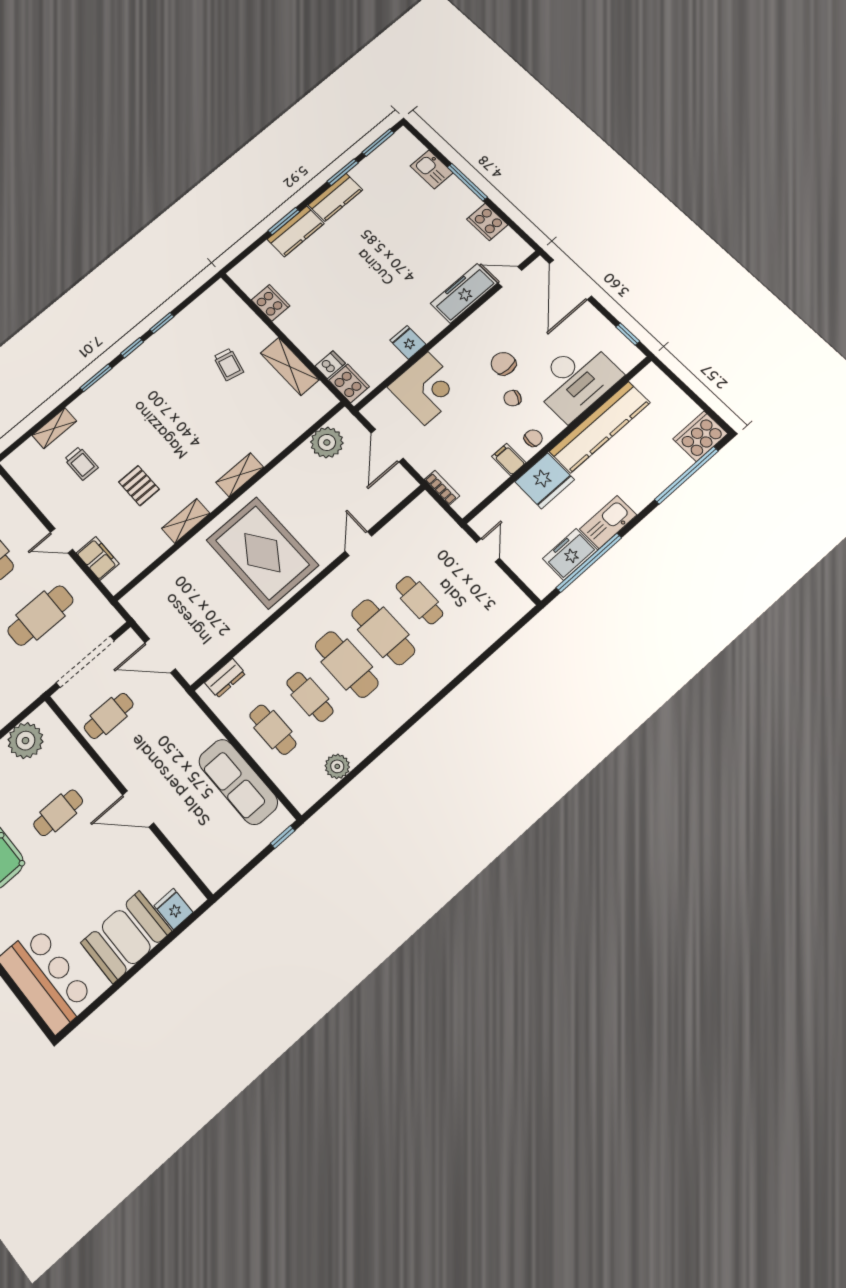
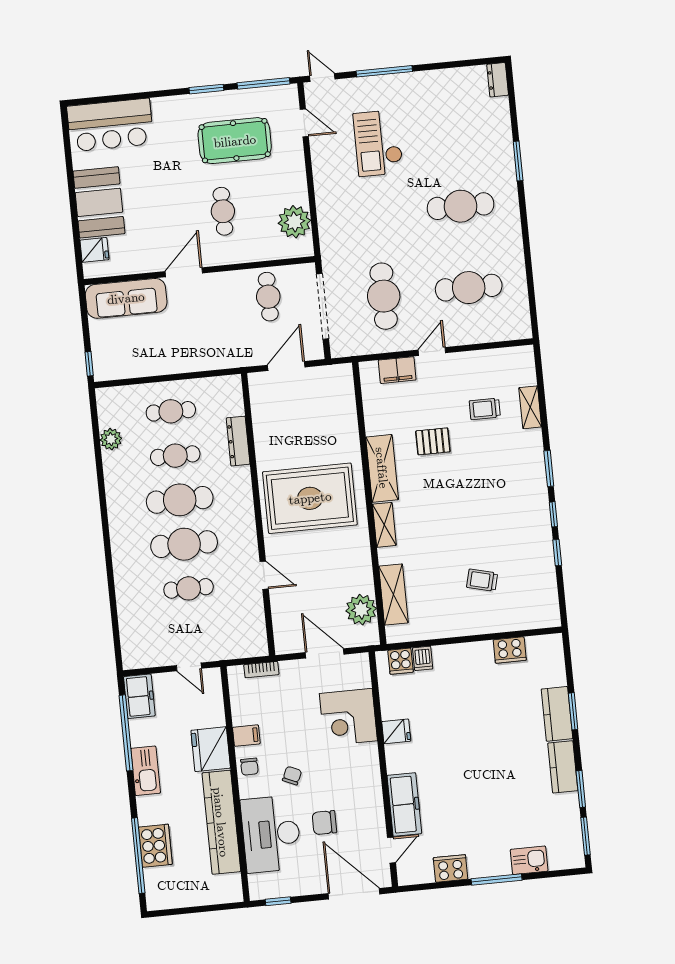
chair: (503, 364) -> (324, 823), moved, turned 180
shelving: (290, 366) -> (393, 595), moved, turned 90
cooker: (349, 383) -> (401, 661), width x0.73
cooker: (700, 436) -> (155, 846), moved
shelving: (186, 521) -> (382, 468), width x1.50, depth x1.33
freezer: (570, 554) -> (139, 696), moved
dresser: (225, 678) -> (238, 441), moved, width x1.44
sofa: (238, 782) -> (126, 298), moved, turned 180

